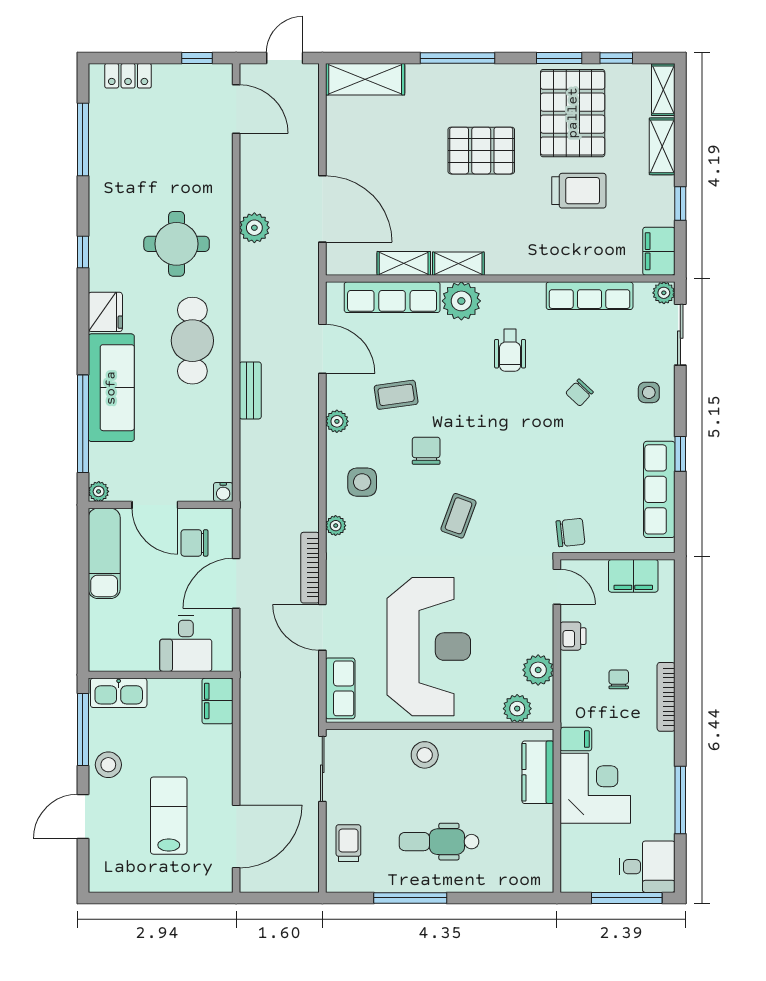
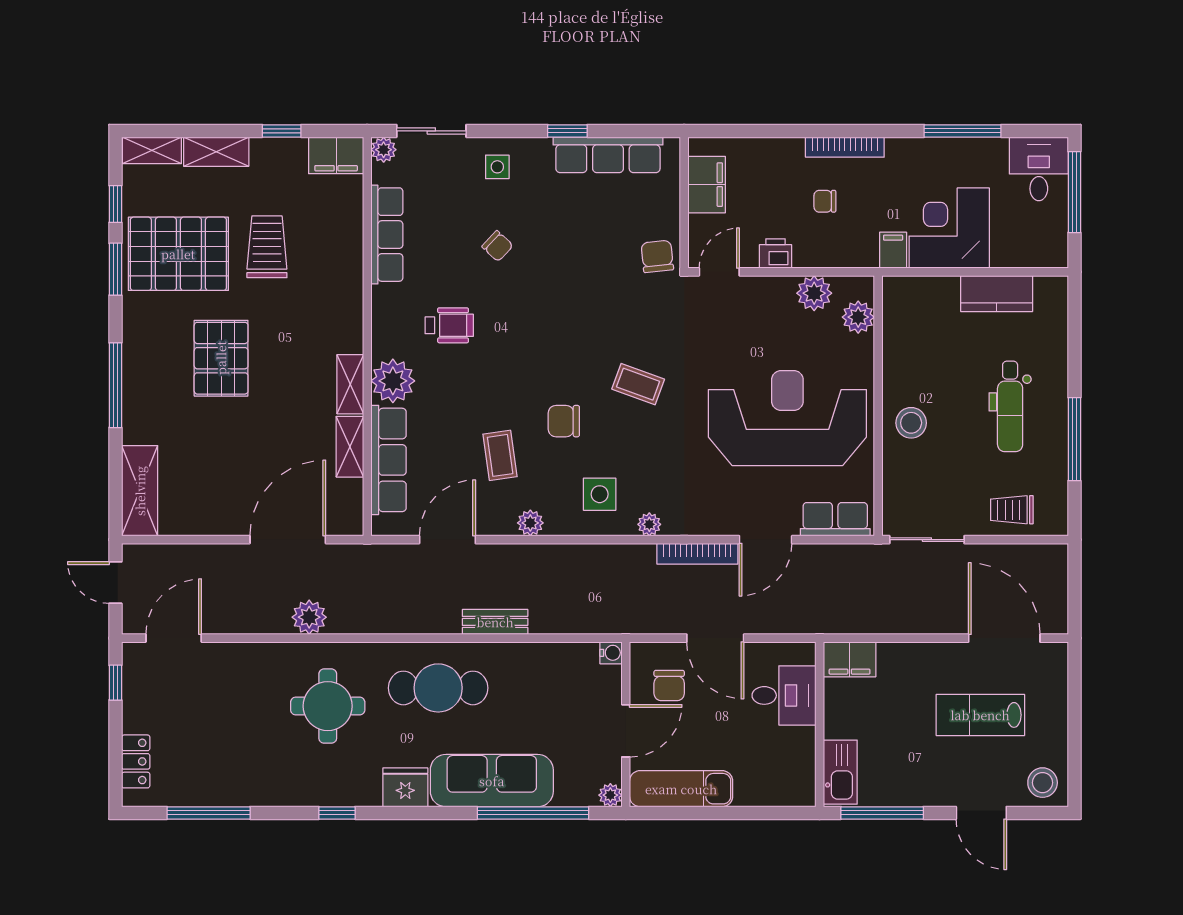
stool: (108, 765) -> (1043, 783), moved
kitchen counter: (538, 772) -> (997, 294), moved

